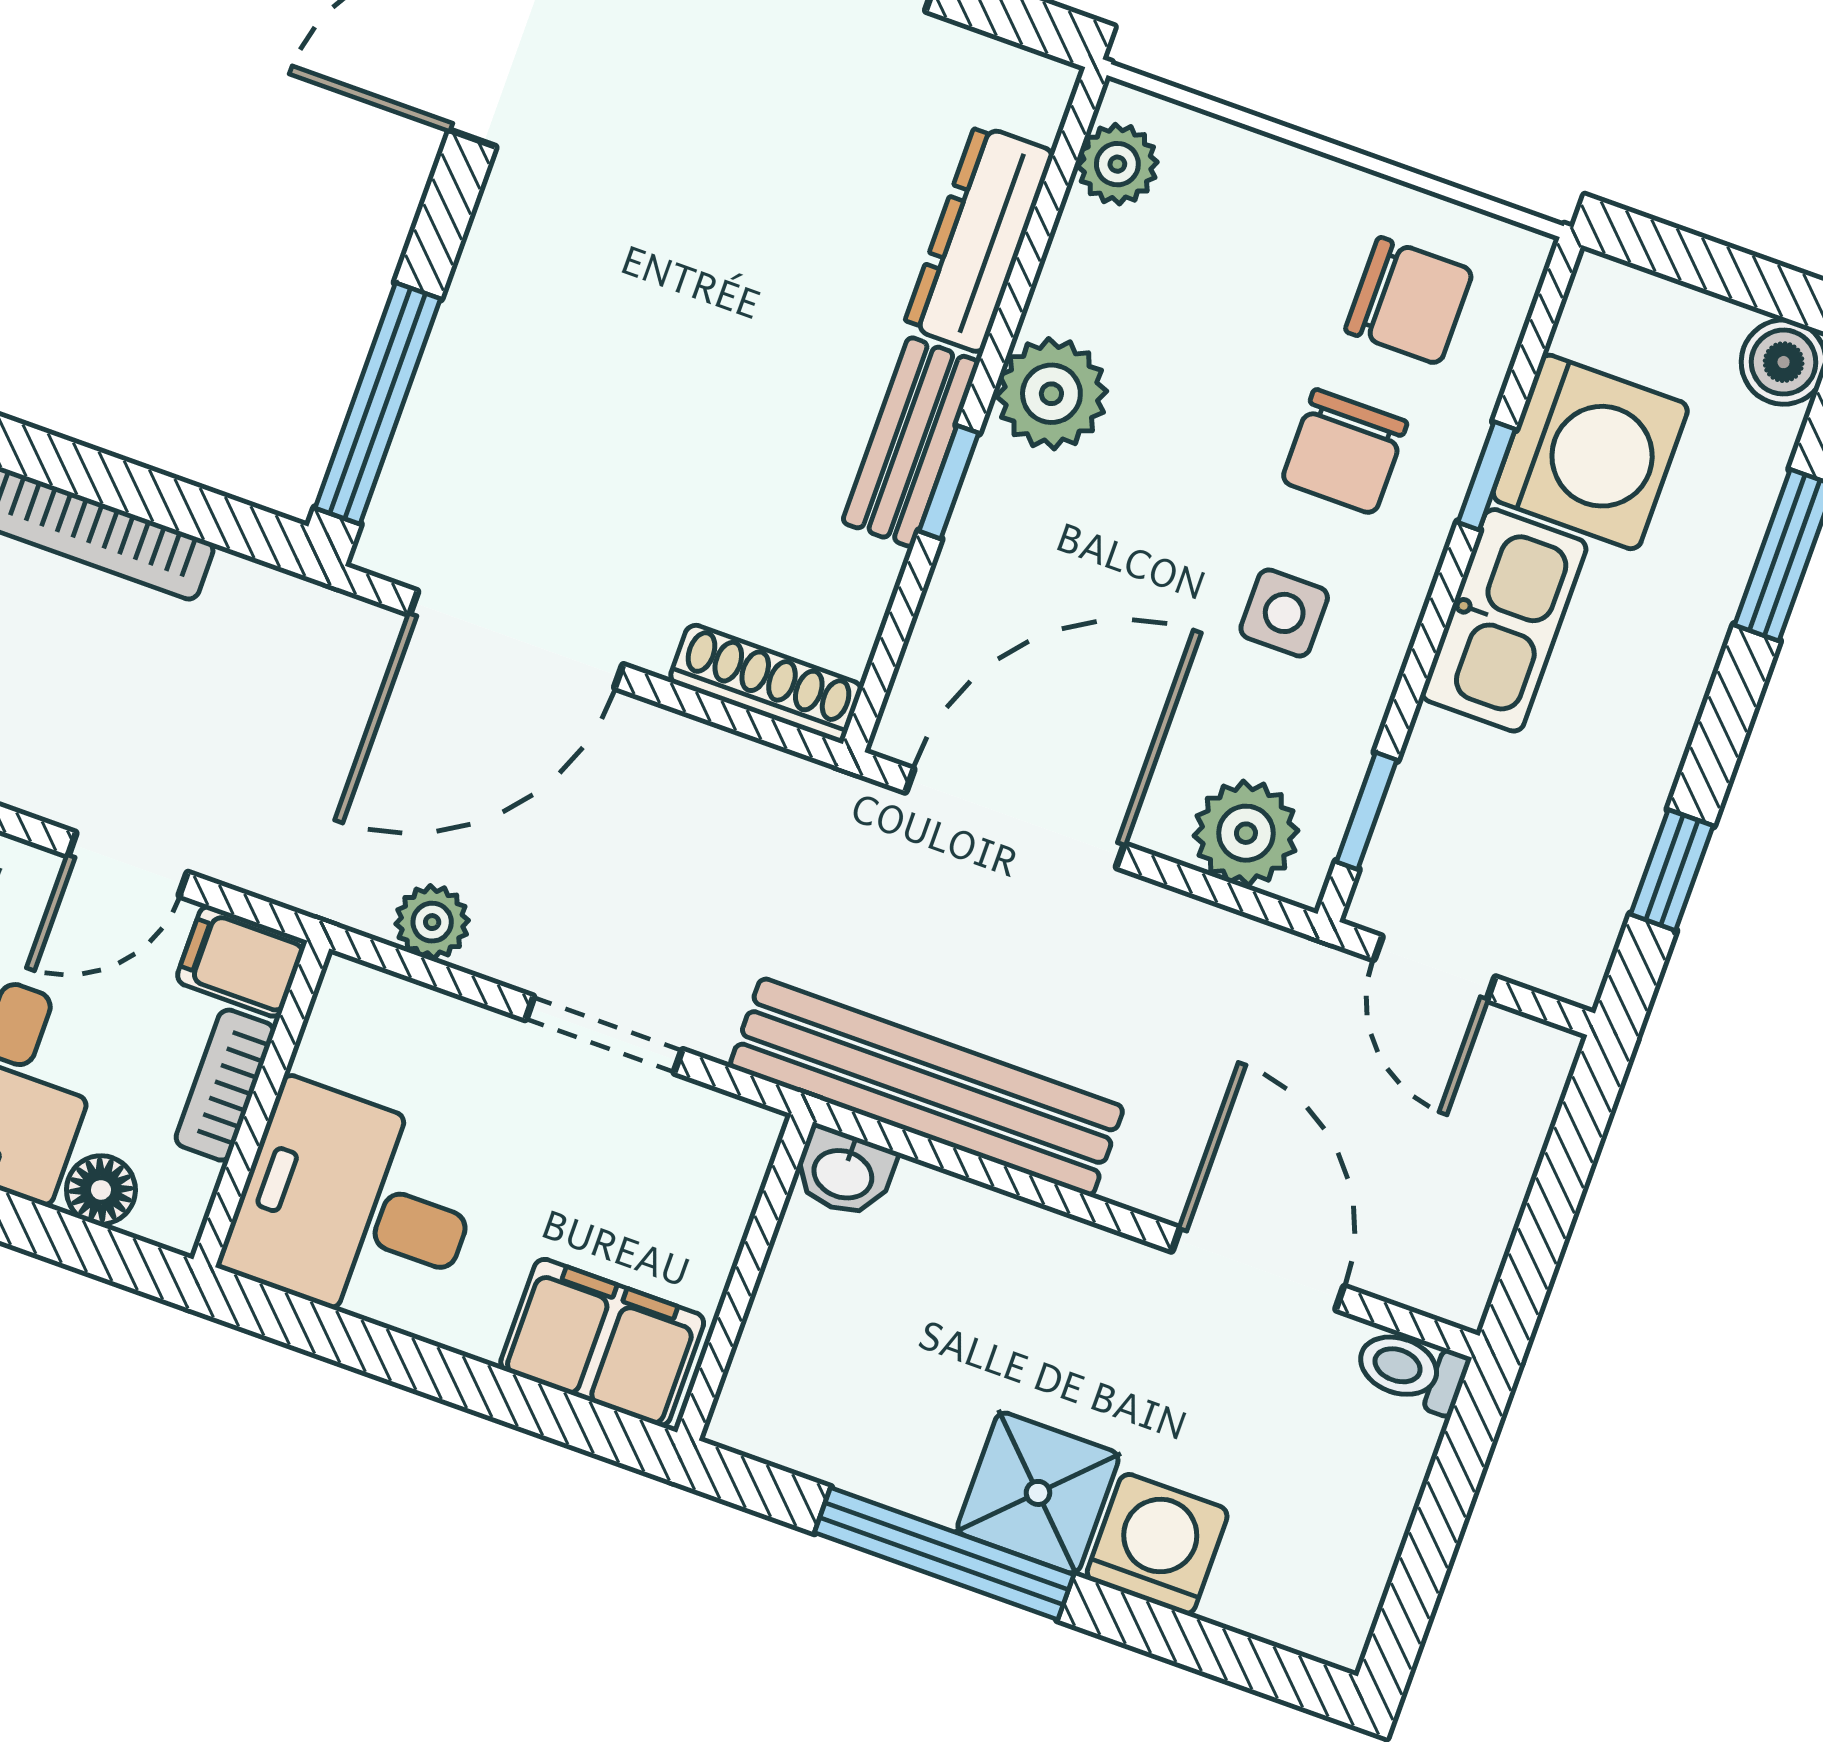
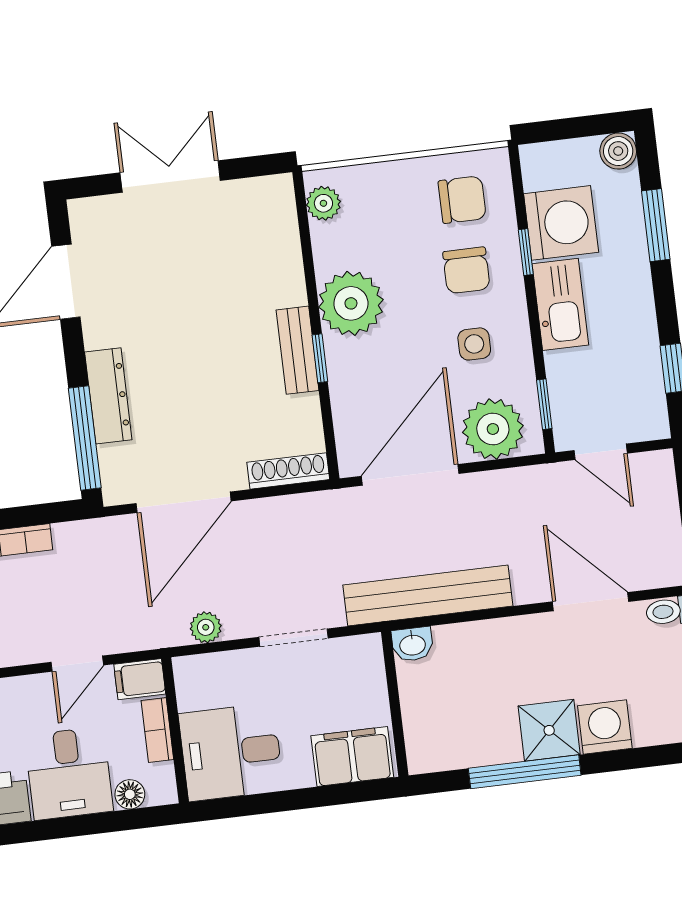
dresser: (979, 239) -> (108, 396), moved, turned 180
plant: (1051, 394) -> (351, 303), width x1.36, depth x1.36
plant: (1246, 833) -> (493, 429), width x1.36, depth x1.36

